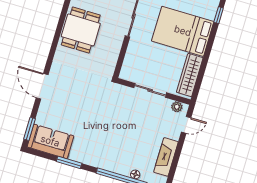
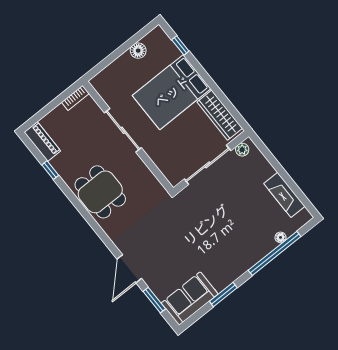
door: (42, 86) -> (129, 269), hinge flipped
sliding door: (150, 90) -> (208, 165), width x1.37
door: (186, 125) -> (267, 153), removed
window: (30, 129) -> (154, 300), moved

